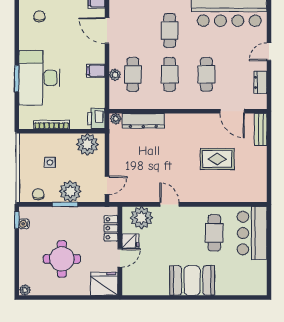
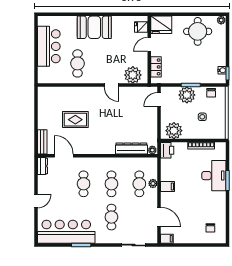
desk: (39, 78) -> (214, 176), width x0.73, depth x0.77
dresser: (260, 82) -> (42, 166), moved
bar counter: (252, 233) -> (49, 46), moved
fridge: (130, 241) -> (141, 27), moved
round table: (62, 259) -> (198, 31), moved

